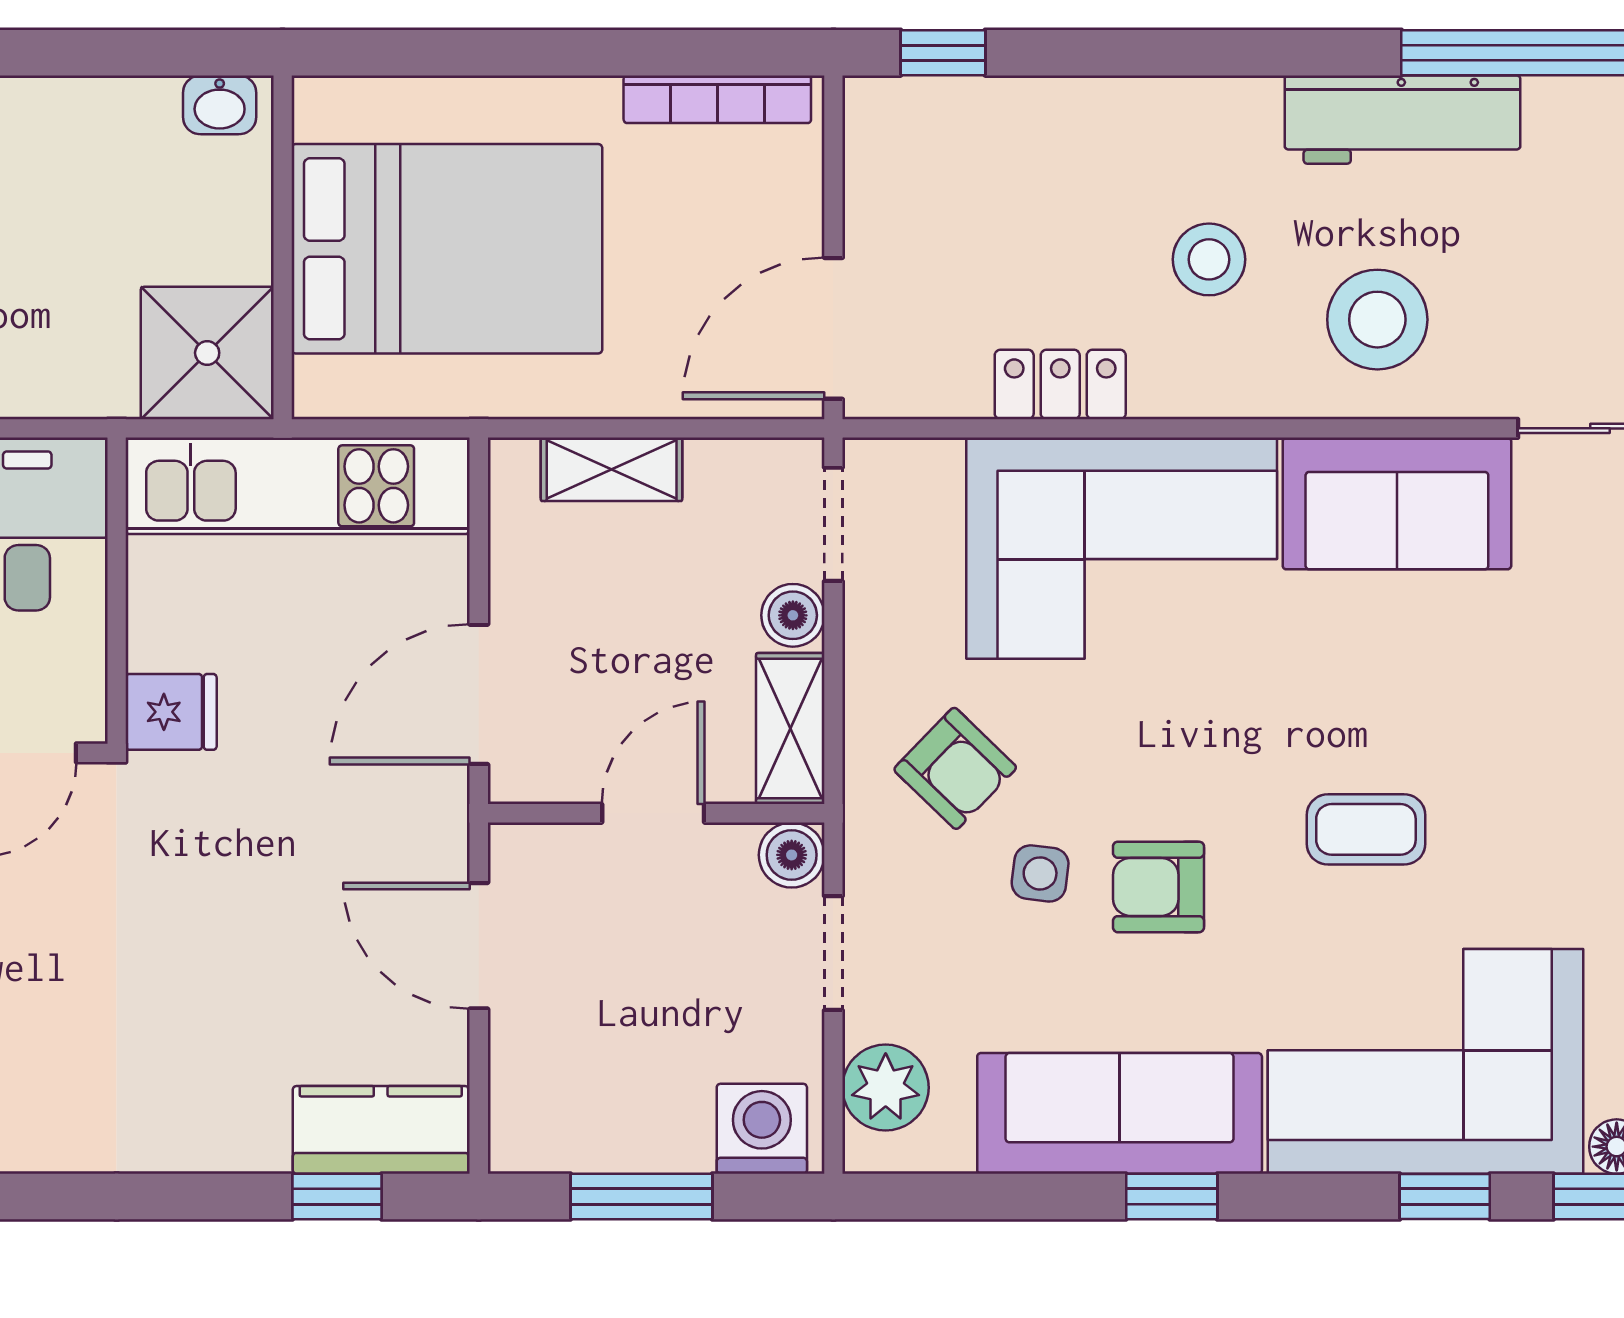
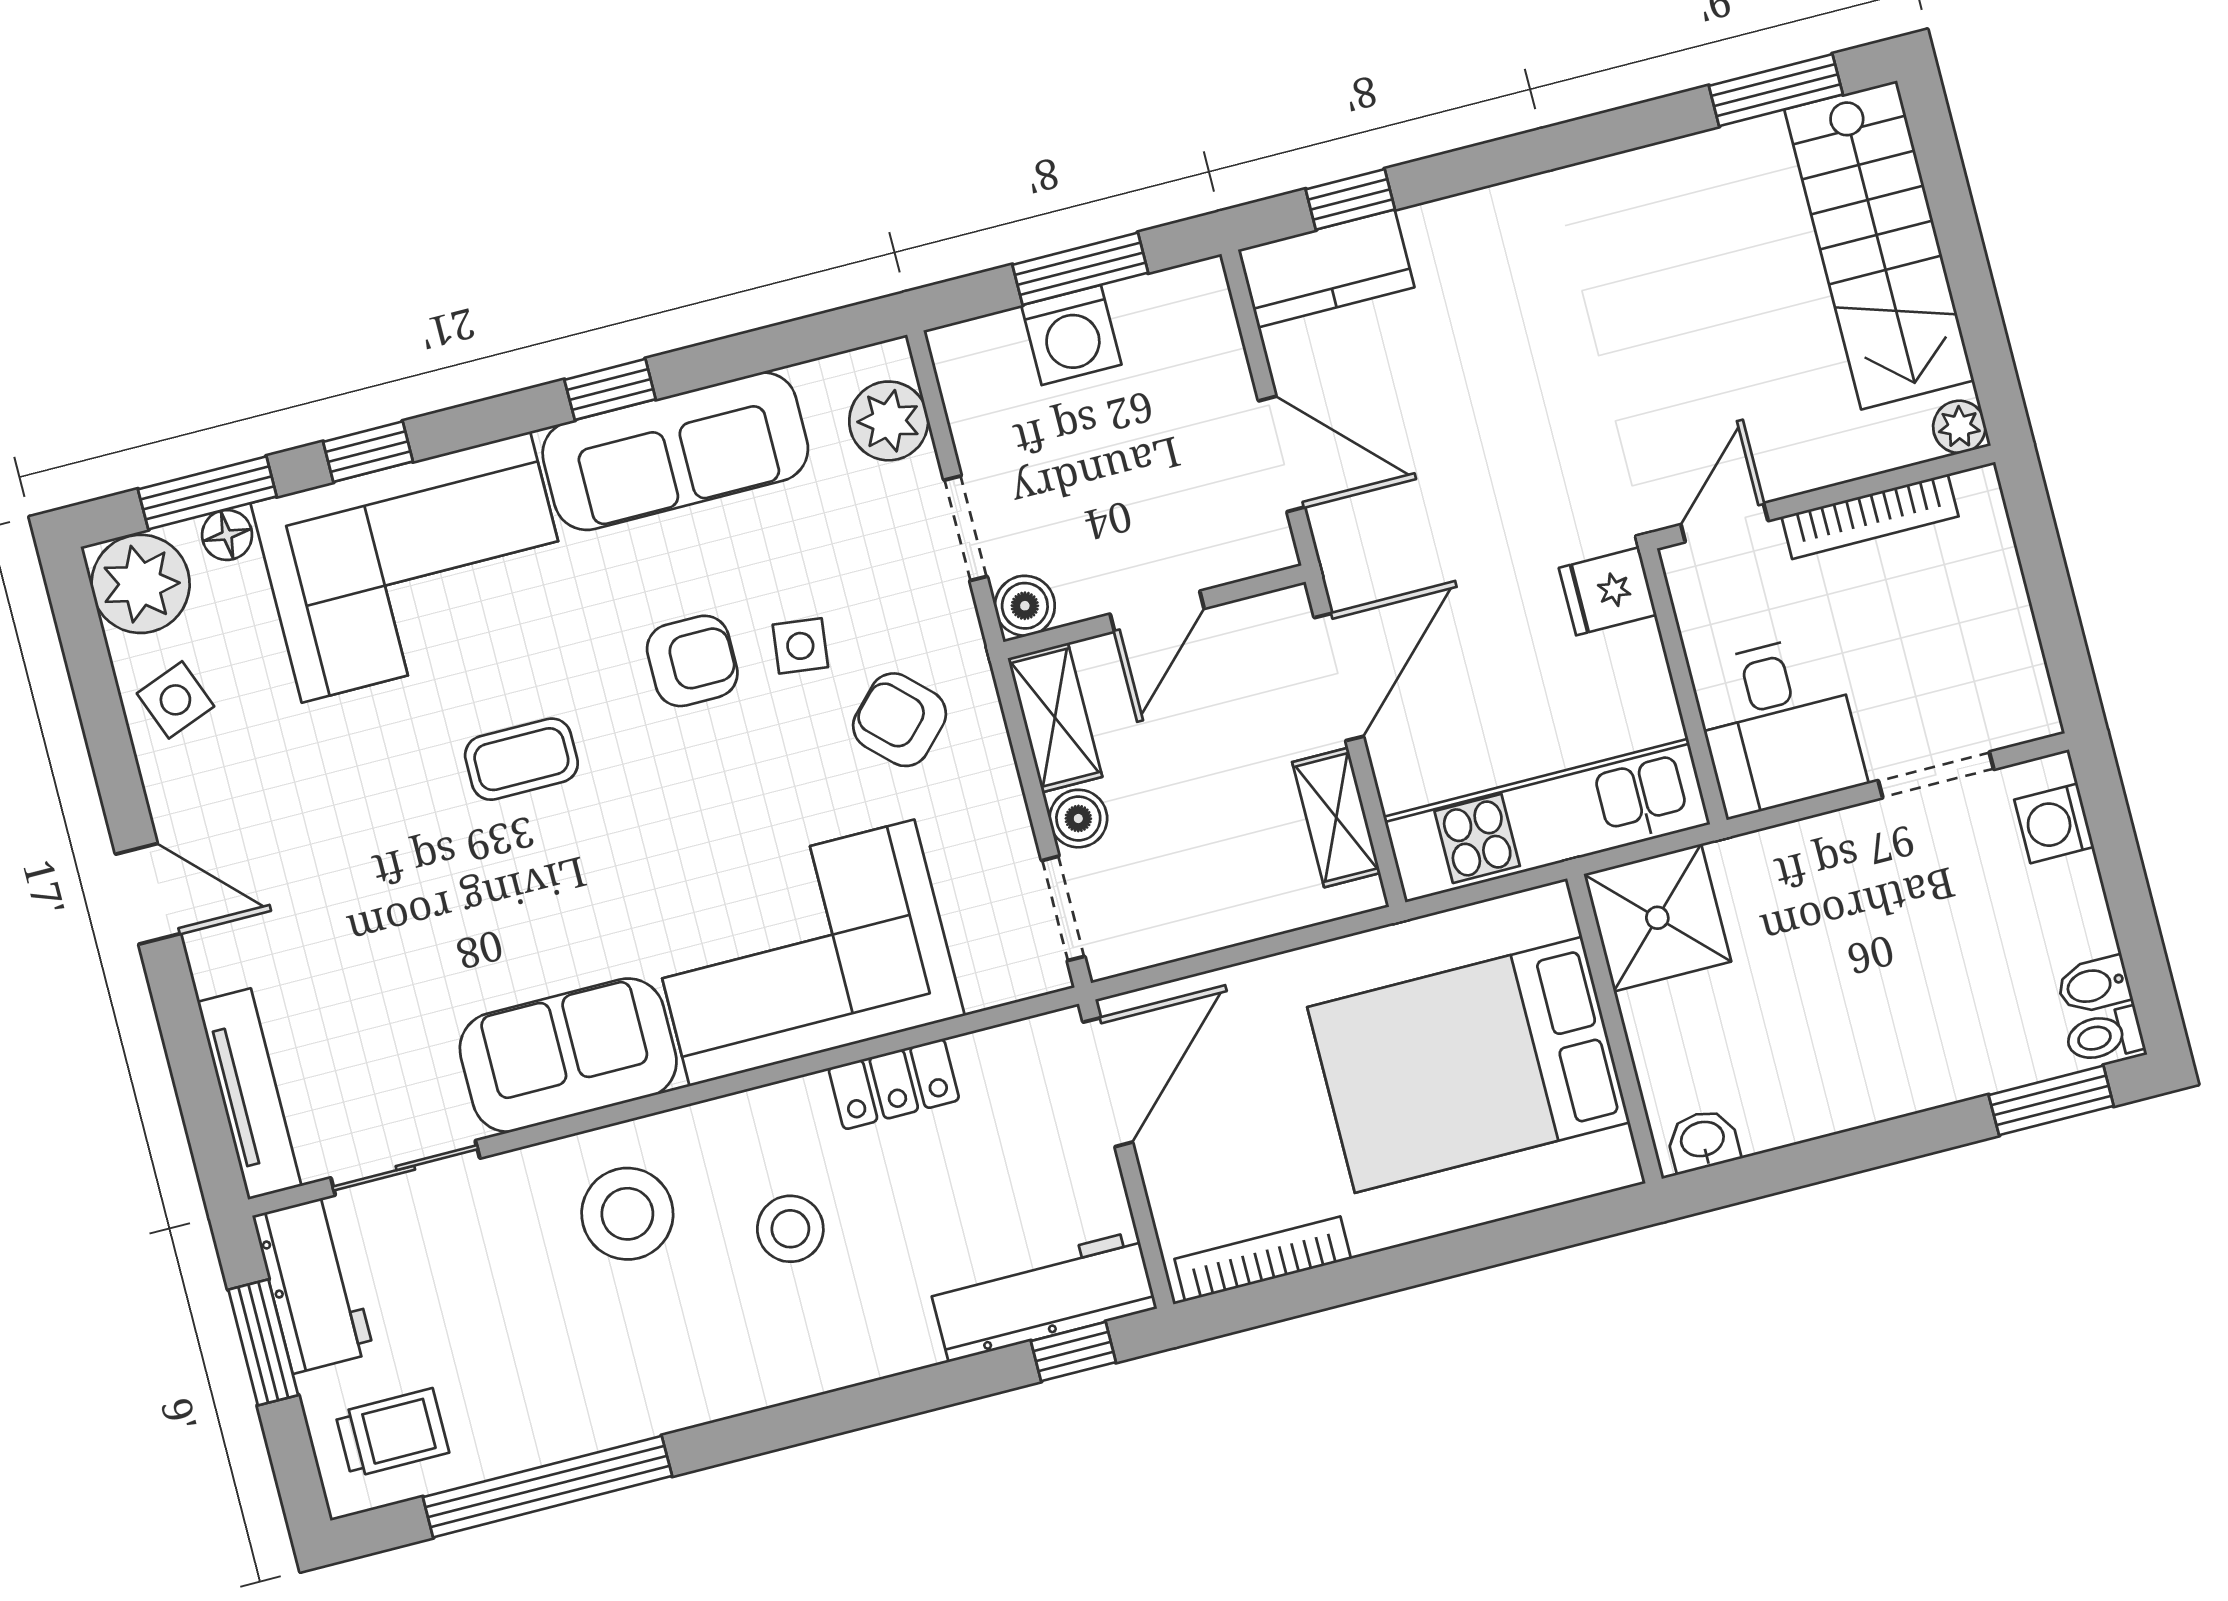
workbench: (1403, 120) -> (1043, 1296), moved
shelving: (612, 469) -> (1336, 817), moved, turned 90
washing machine: (762, 1129) -> (1071, 335), moved

